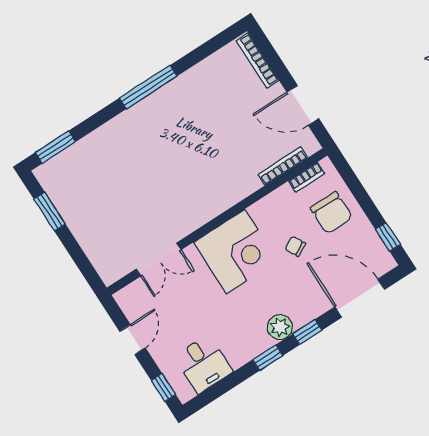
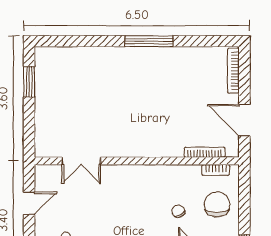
window: (55, 147) -> (61, 41), removed
chair: (331, 213) -> (217, 204), turned 180
corner desk: (235, 251) -> (136, 189), removed

